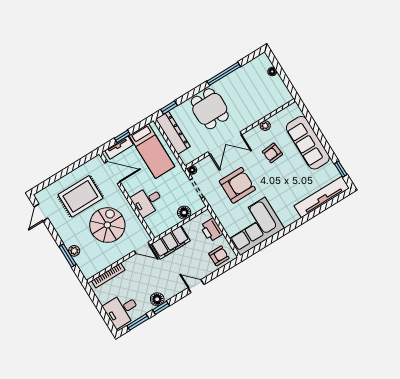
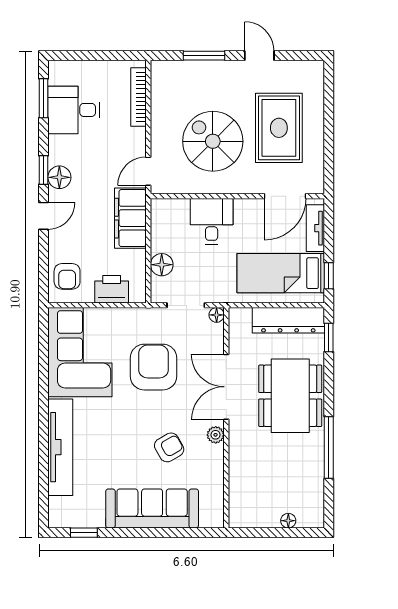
dining table: (210, 109) -> (290, 396), width x1.38
plant: (265, 126) -> (216, 435), moved
window: (122, 136) -> (329, 276), moved
armchair: (272, 153) -> (169, 447), turned 66
armchair: (237, 185) -> (153, 367), turned 180
tv unit: (322, 197) -> (60, 447), moved
door: (41, 212) -> (259, 56), moved
spiral stairs: (107, 225) -> (213, 141), turned 180
plant: (74, 251) -> (205, 70), removed
floor lamp: (157, 299) -> (59, 177), moved
window: (161, 308) -> (44, 170), moved
desk: (122, 310) -> (74, 110), moved, turned -90

